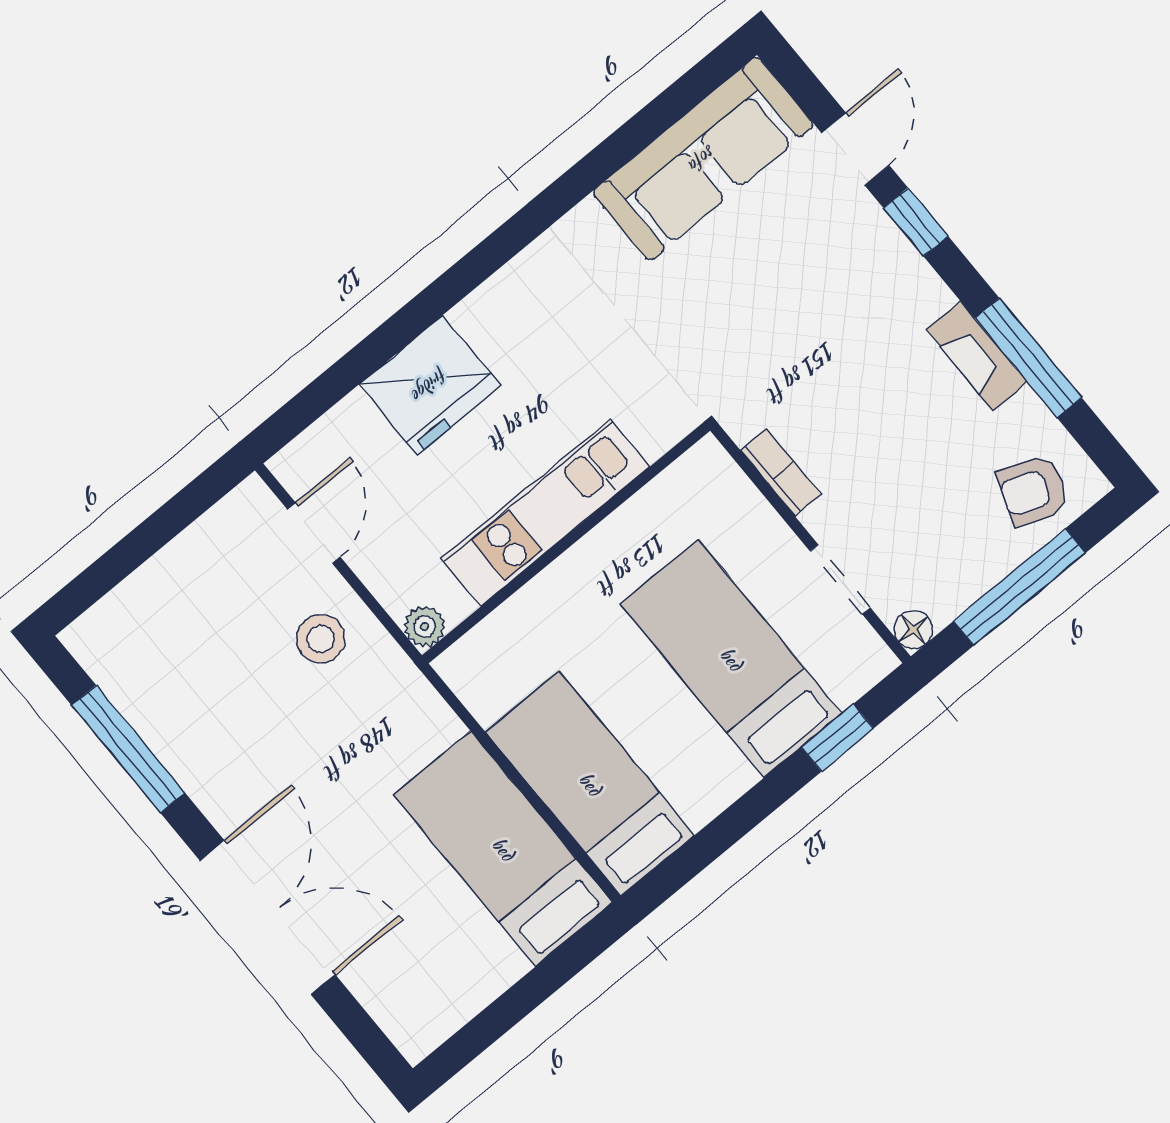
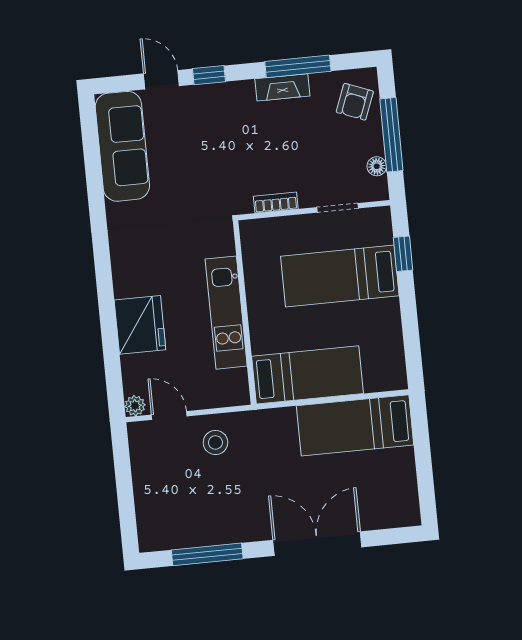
plant: (425, 626) -> (135, 406), moved
floor lamp: (913, 630) -> (377, 166), moved
bed: (590, 784) -> (307, 375), moved, turned 180

